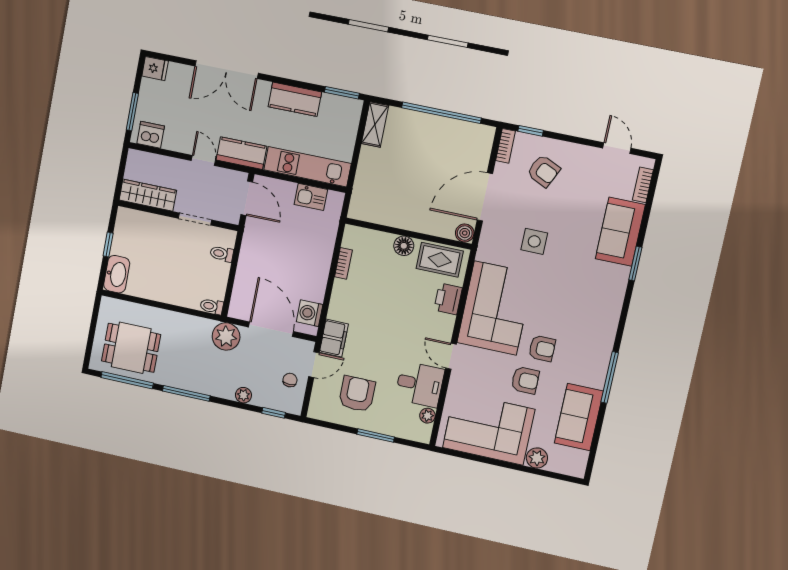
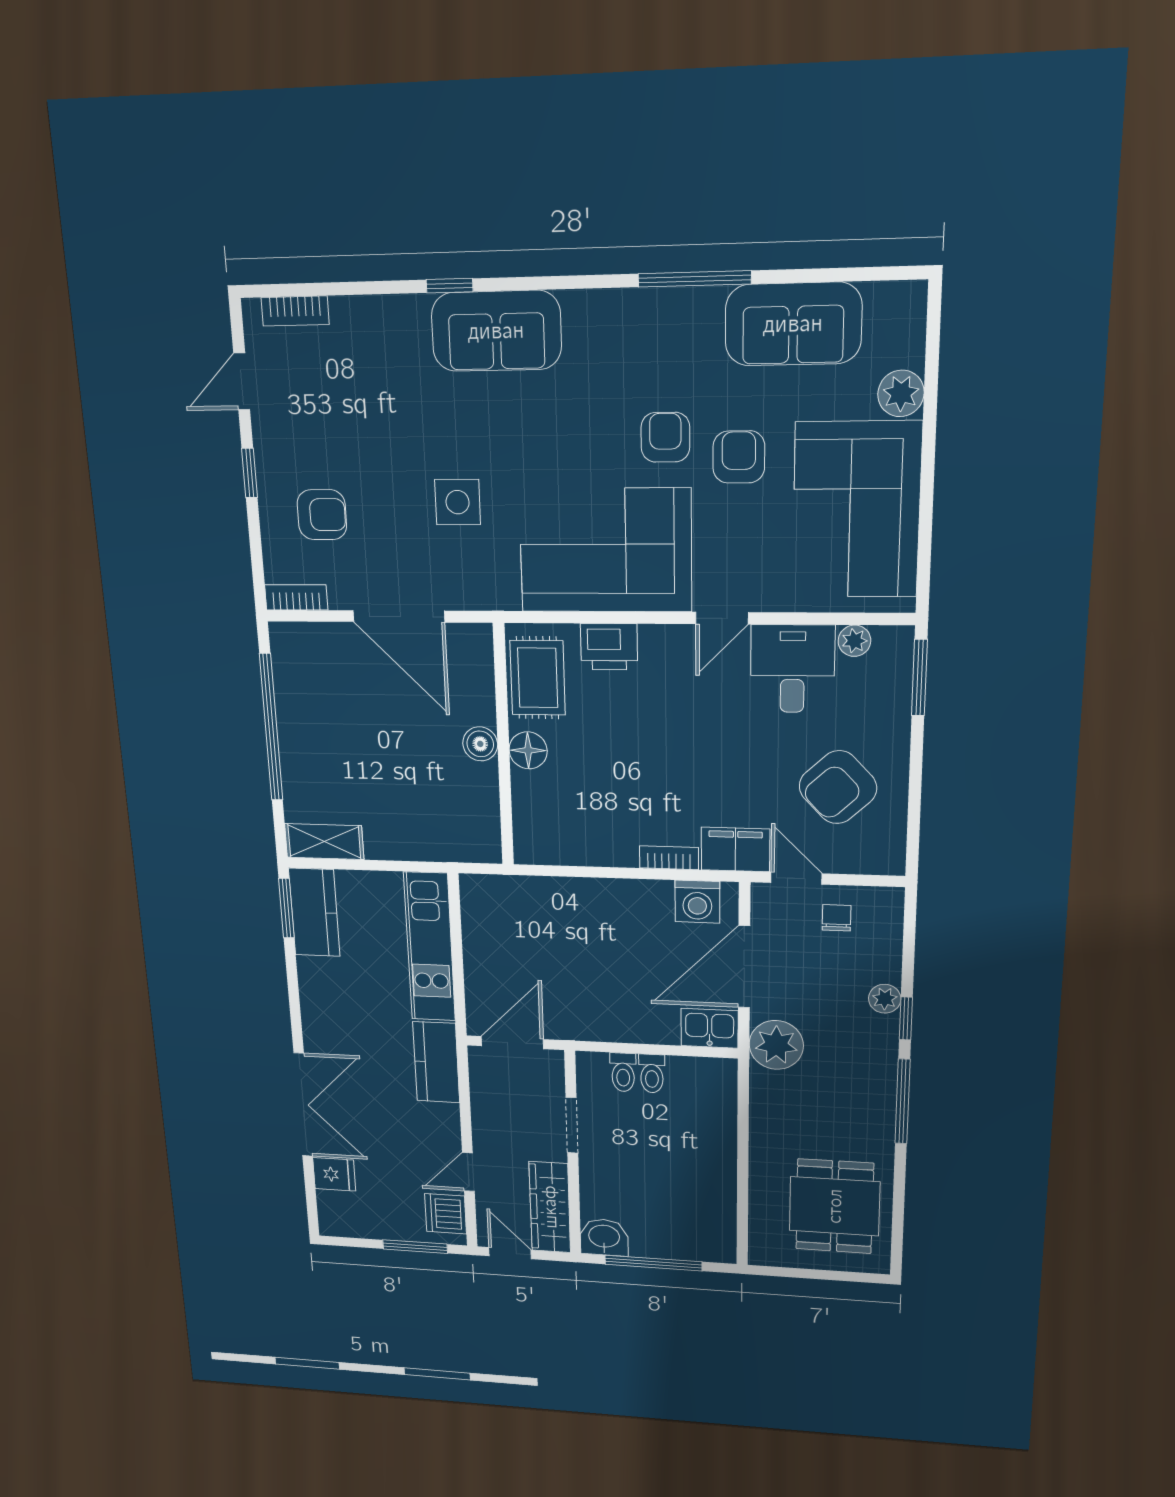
fridge: (155, 69) -> (334, 1174), moved, turned 90
kitchen counter: (295, 99) -> (314, 912), moved
window: (531, 131) -> (250, 473), moved
door: (203, 160) -> (468, 1172), moved
door: (122, 166) -> (510, 1253), added
armchair: (544, 171) -> (322, 515), turned 65
kitchen sink: (311, 197) -> (710, 1028), moved, turned -90
sofa: (620, 232) -> (496, 331), moved
boiler: (465, 233) -> (480, 744), moved
window: (108, 245) -> (653, 1263), width x2.17
bookcase: (343, 263) -> (669, 858), moved
window: (635, 264) -> (450, 286), width x0.67
washbasin: (117, 274) -> (604, 1237), moved, width x0.72
toilet: (212, 306) -> (652, 1074), moved
window: (127, 380) -> (898, 1207), removed
chair: (290, 380) -> (837, 918), turned 90
armchair: (357, 394) -> (838, 787), turned -43
window: (274, 413) -> (906, 1019), moved
window: (376, 436) -> (919, 678), moved

